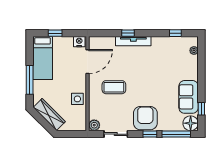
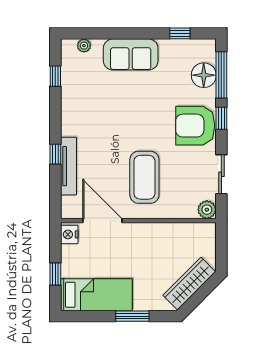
tv unit: (133, 41) -> (69, 166), moved
window: (30, 80) -> (132, 316), width x0.69
coffee table: (114, 87) -> (144, 177), width x1.36, depth x1.32
sofa: (189, 97) -> (131, 54), moved
side table: (77, 99) -> (164, 237), removed
floor lamp: (191, 123) -> (204, 75), moved

